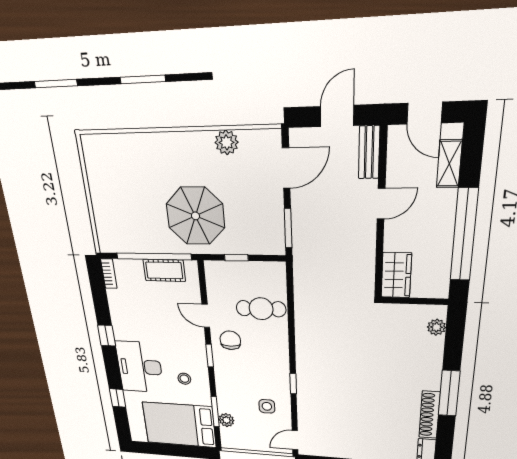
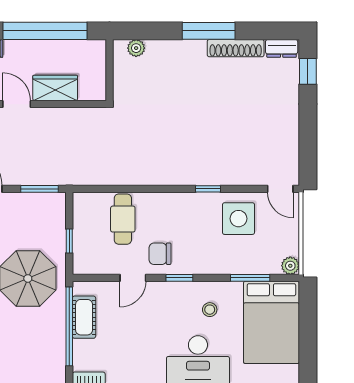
wardrobe: (396, 275) -> (55, 88), moved
side table: (267, 406) -> (238, 219), width x1.87, depth x1.87
plant: (226, 420) -> (290, 266), moved

